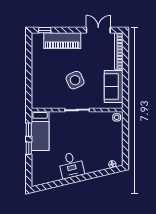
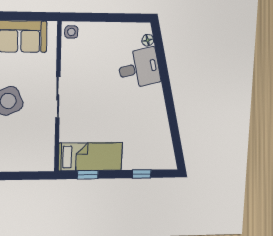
window: (29, 148) -> (142, 174), moved
desk: (71, 165) -> (139, 68), moved

